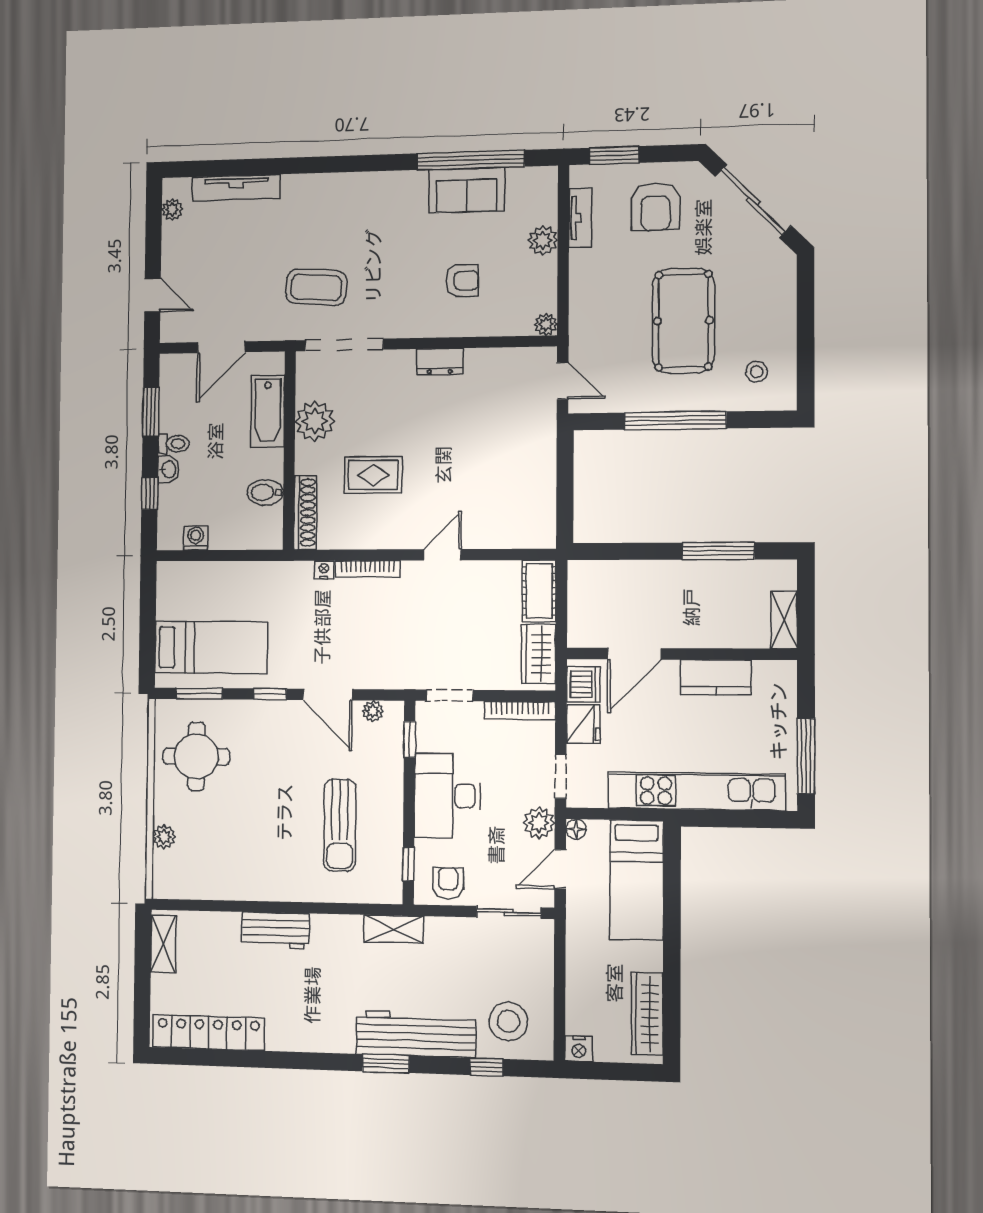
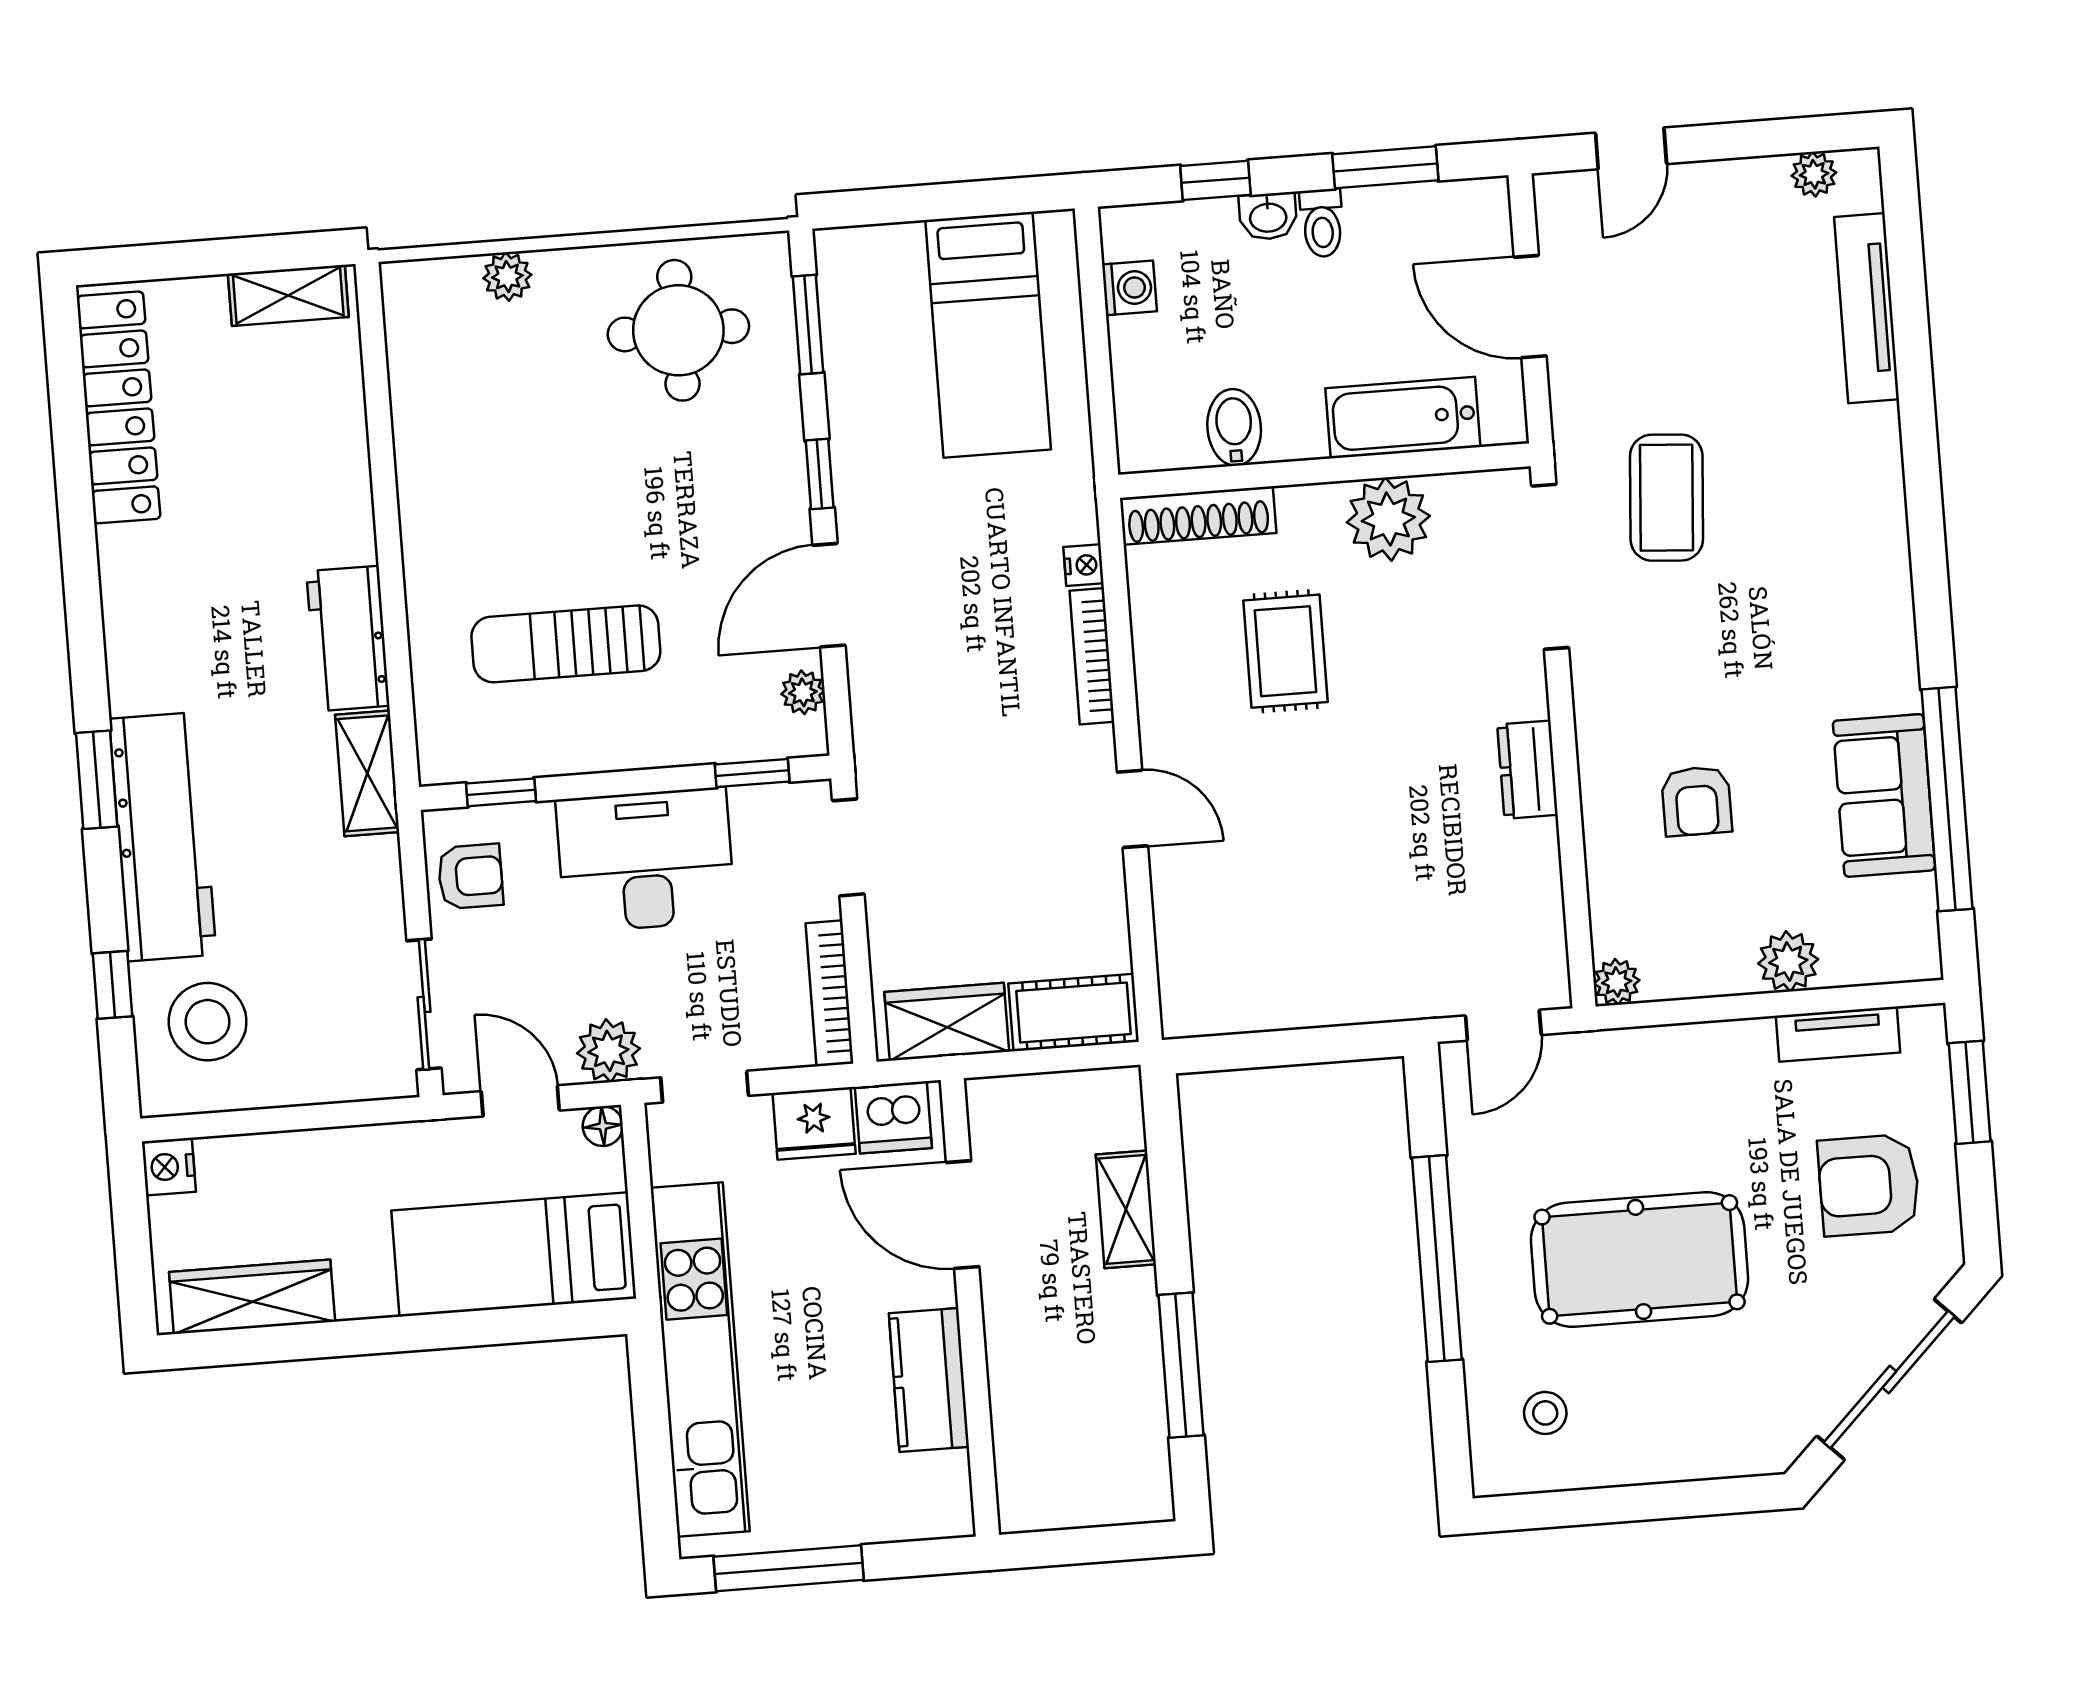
shelving: (784, 620) -> (1126, 1209), moved, turned 90
bed: (211, 647) -> (988, 335), moved
workbench: (275, 931) -> (348, 638), moved

